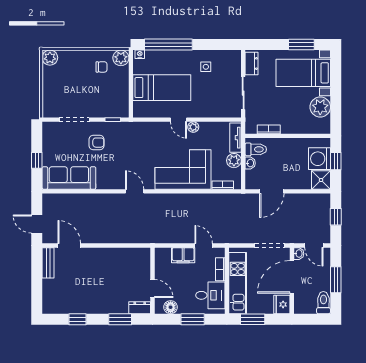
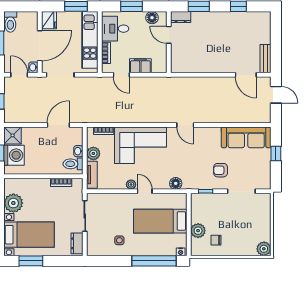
plant: (121, 58) -> (198, 231), moved
floor lamp: (145, 128) -> (176, 183), added

